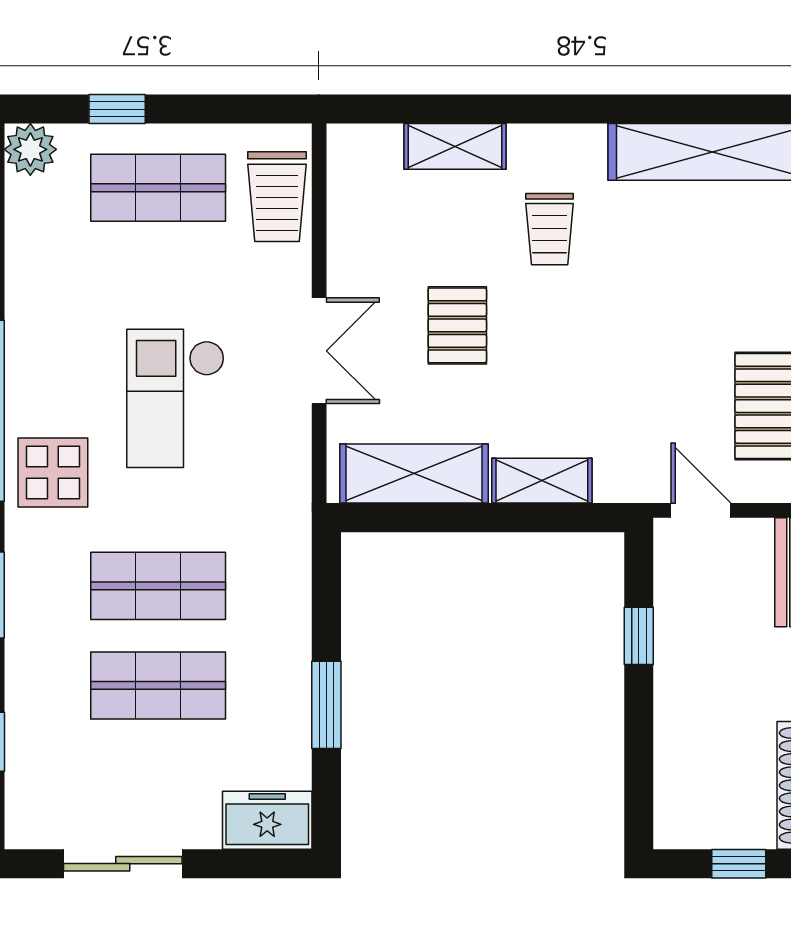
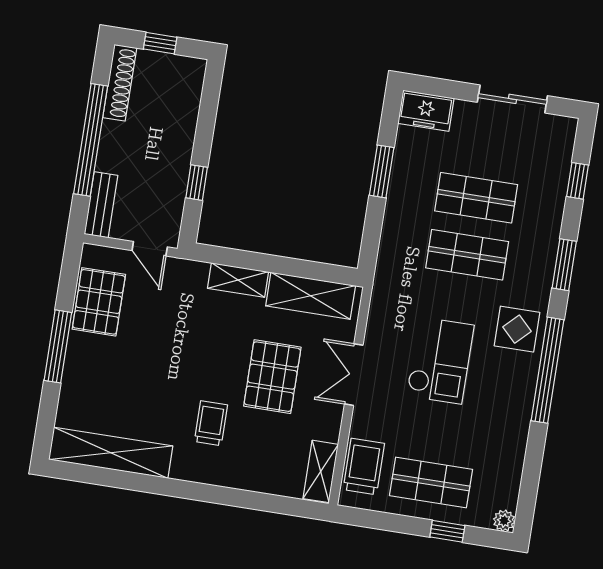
shelving: (455, 146) -> (321, 471), moved, turned 90
plant: (30, 149) -> (504, 521), width x0.73, depth x0.73
pallet: (457, 325) -> (272, 377), width x1.50, depth x1.42

